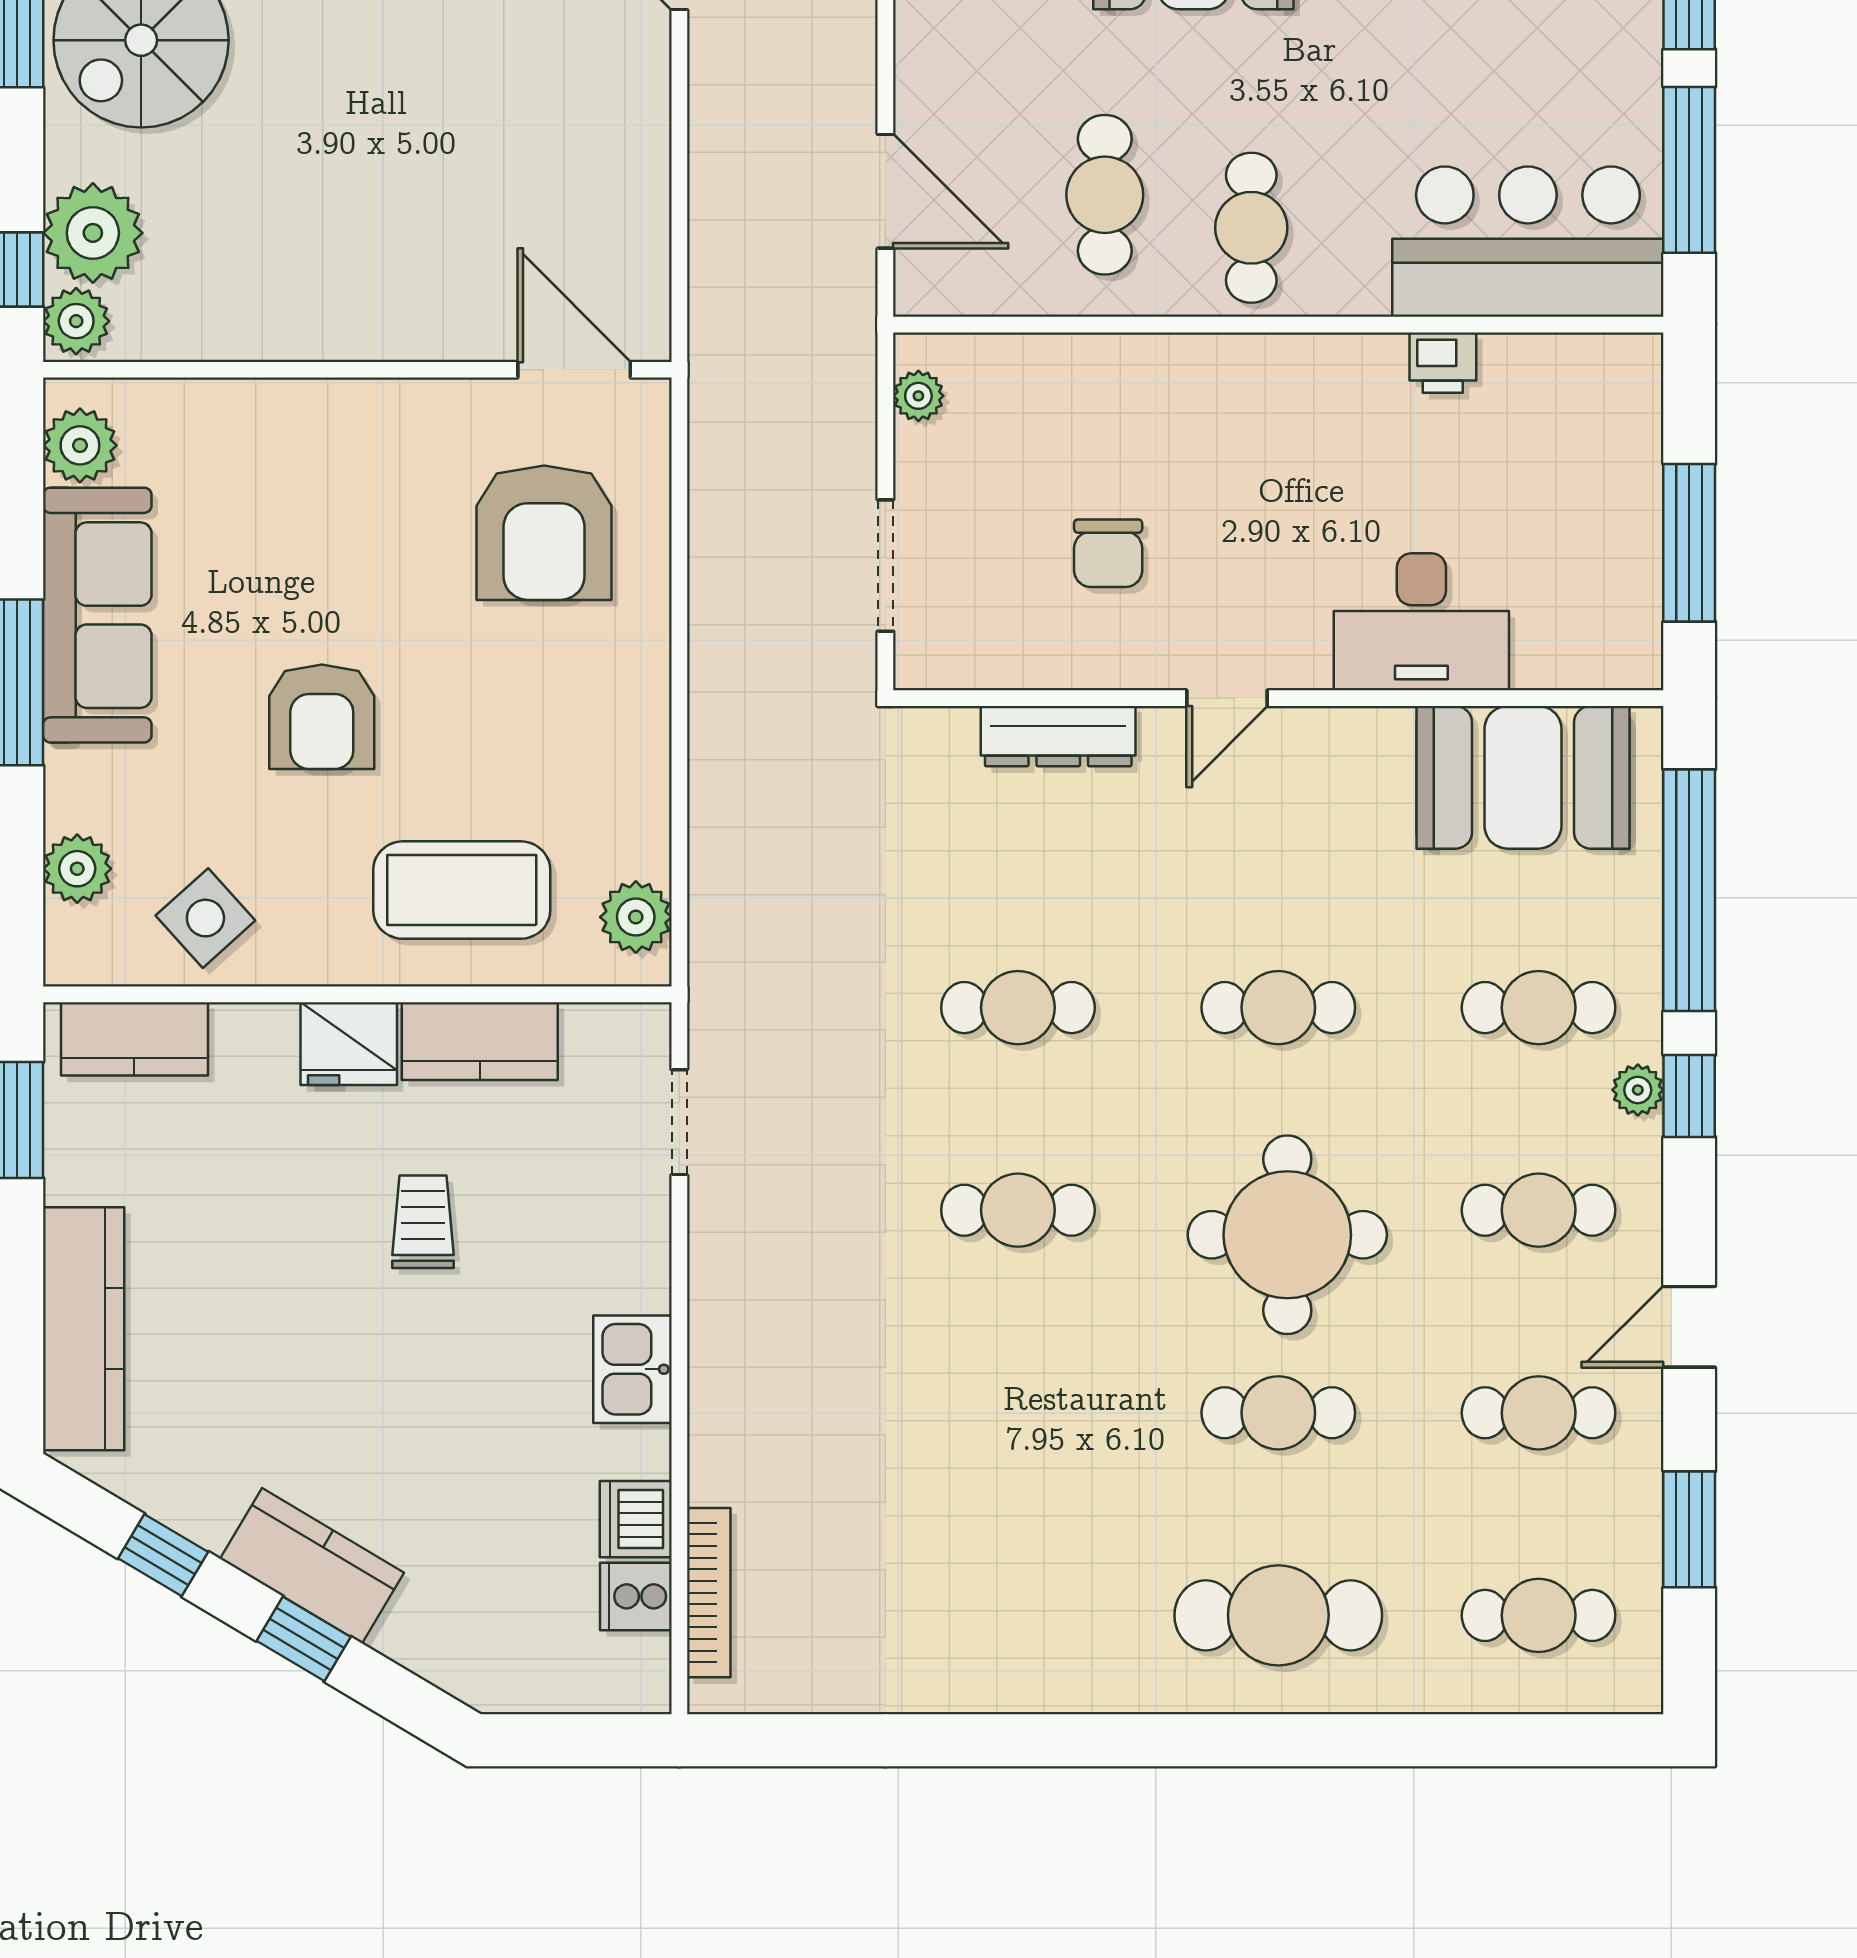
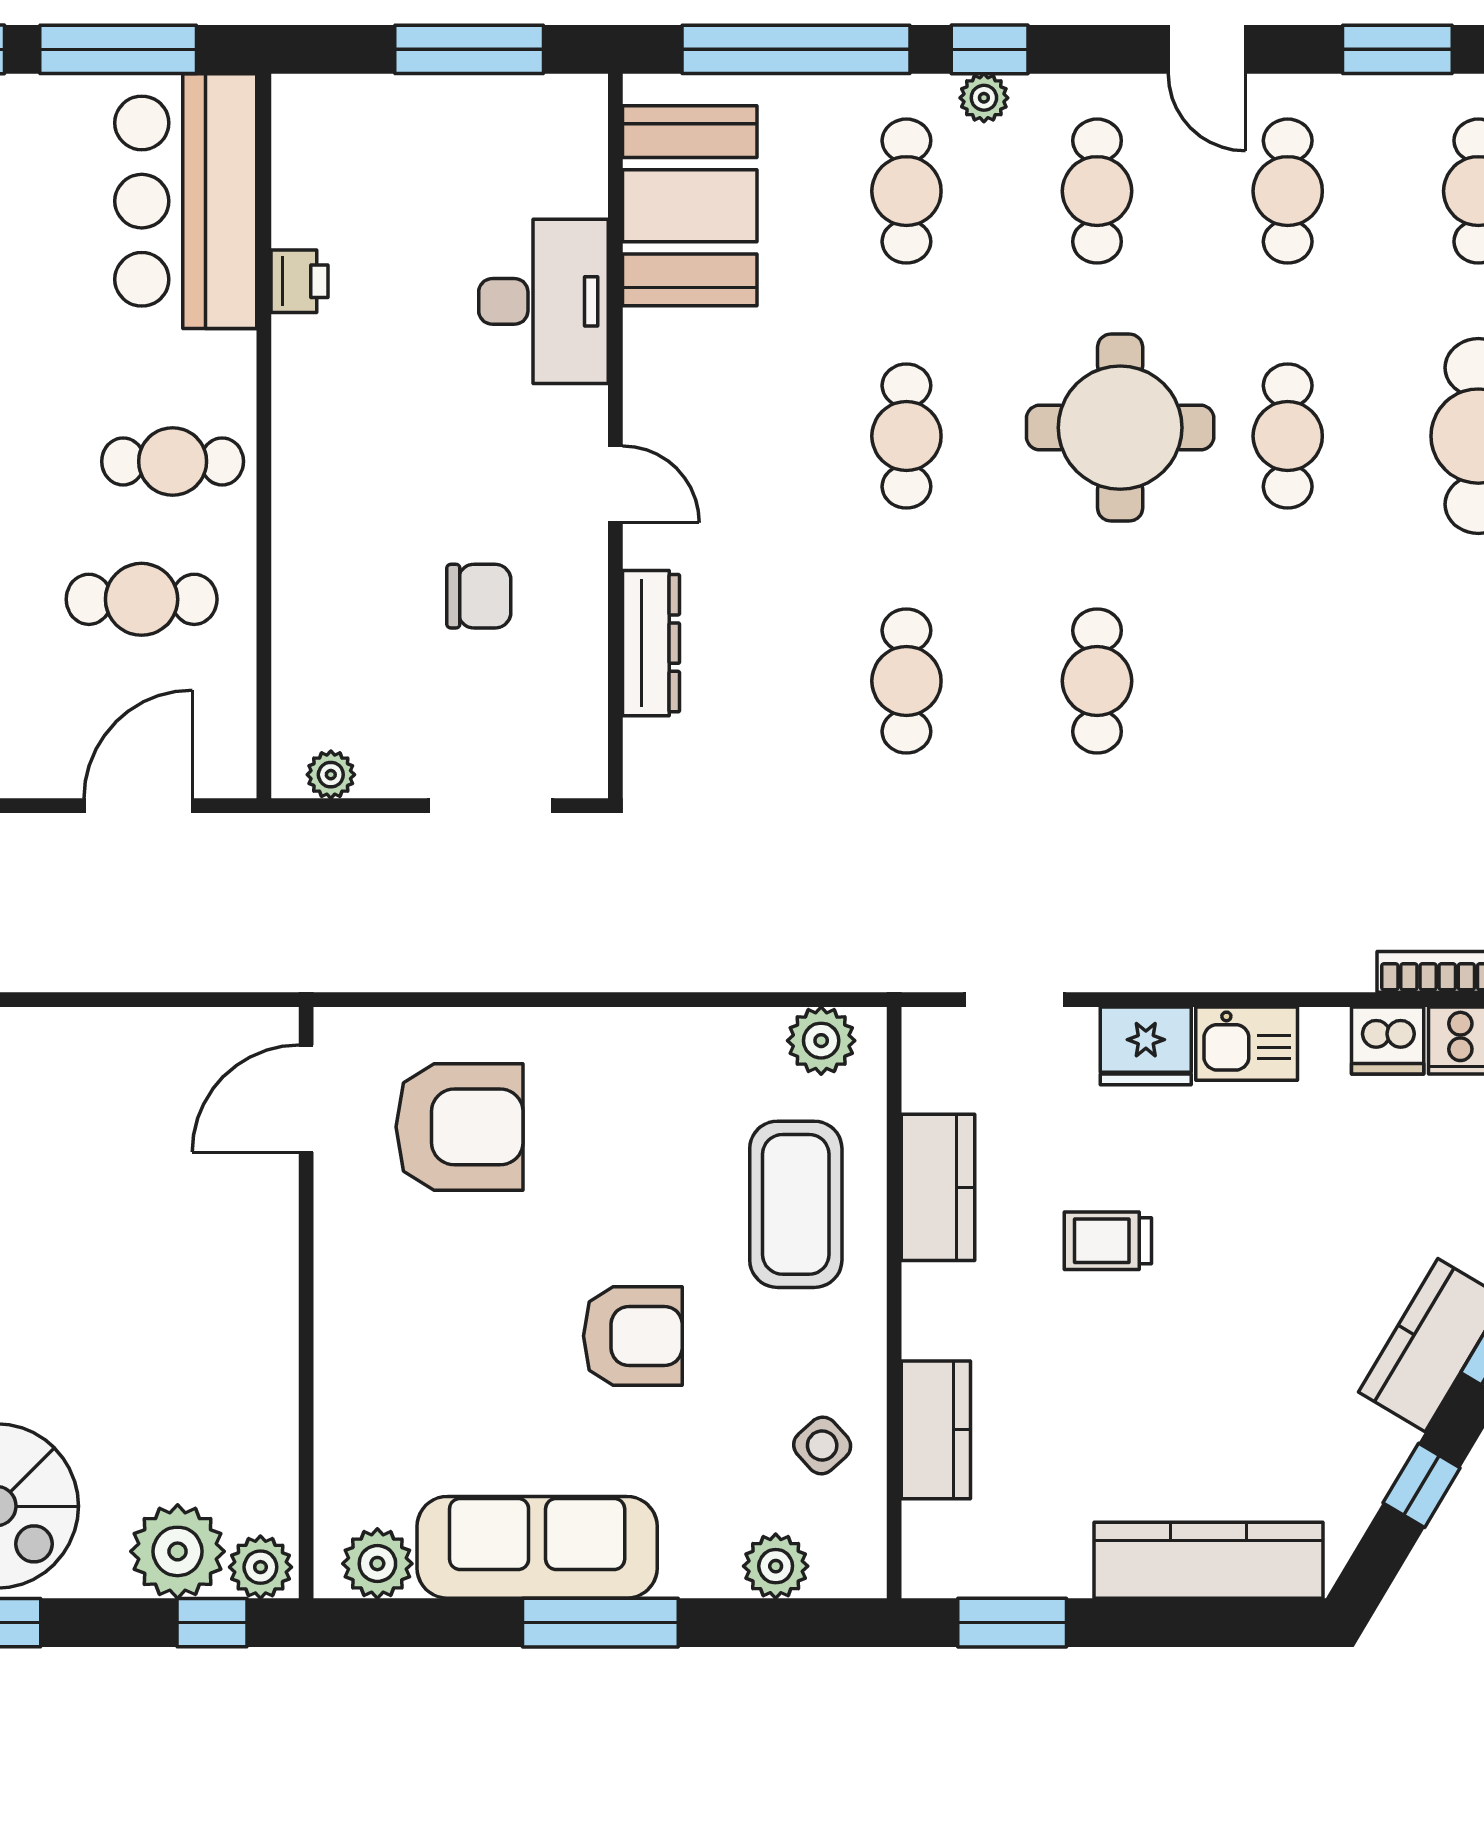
side table: (205, 918) -> (822, 1445), width x0.73, depth x0.73
kitchen counter: (134, 1039) -> (936, 1430), moved
fridge: (349, 1044) -> (1146, 1046), moved, turned 90

